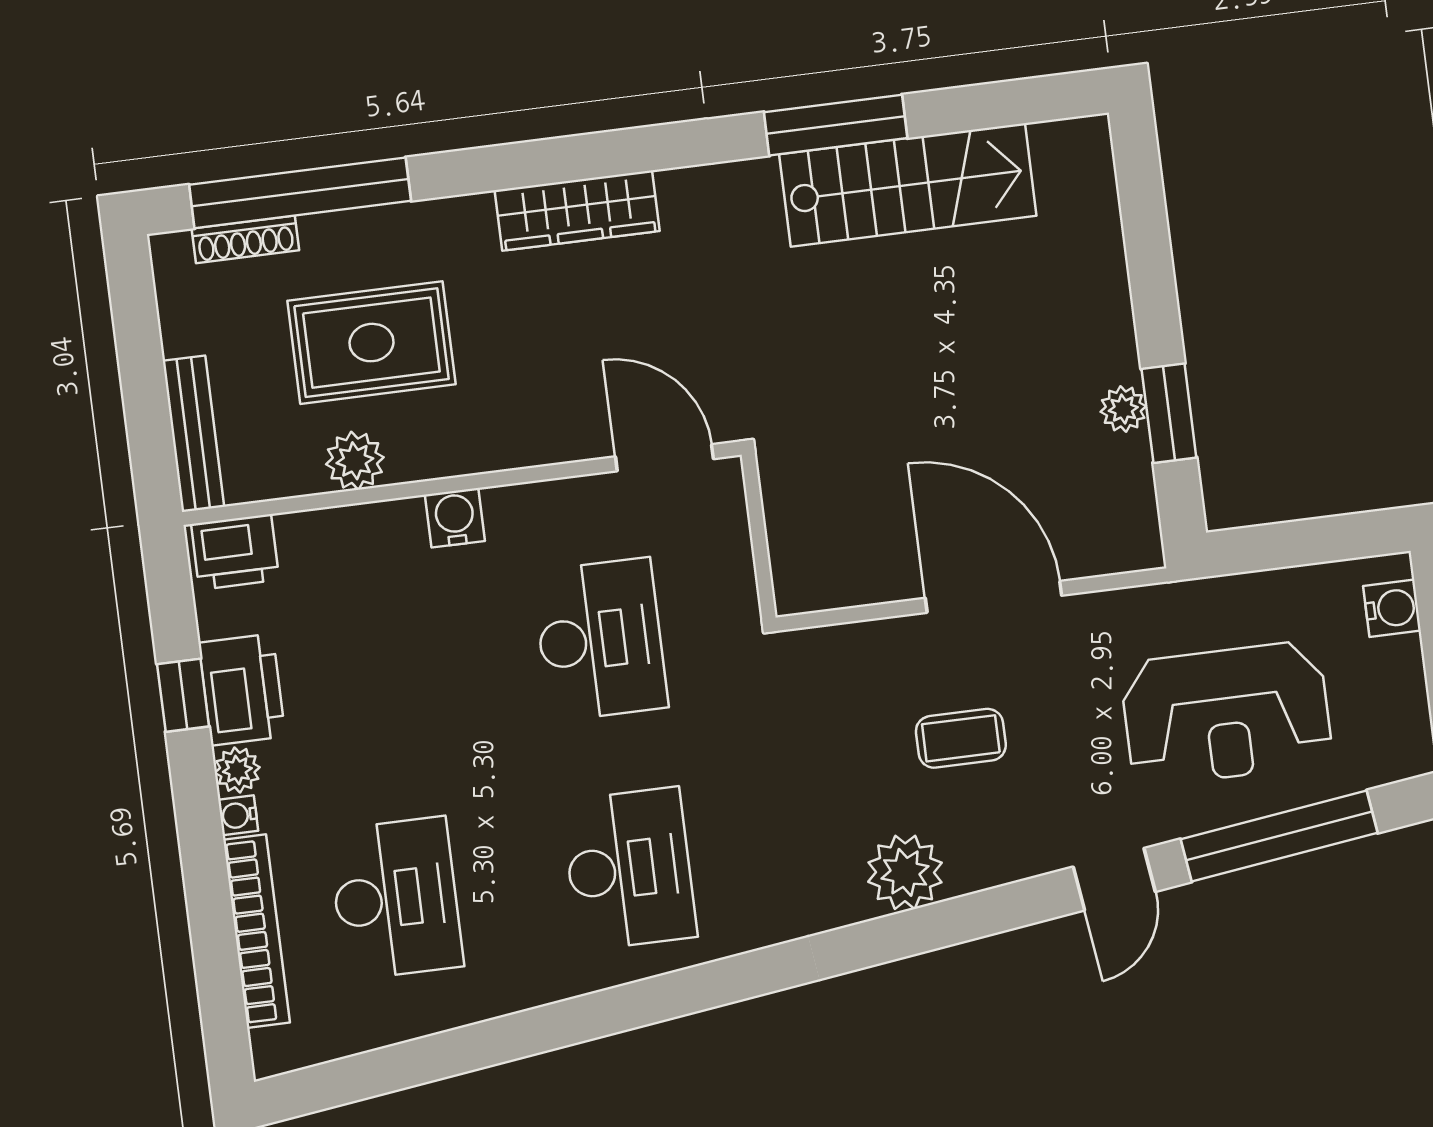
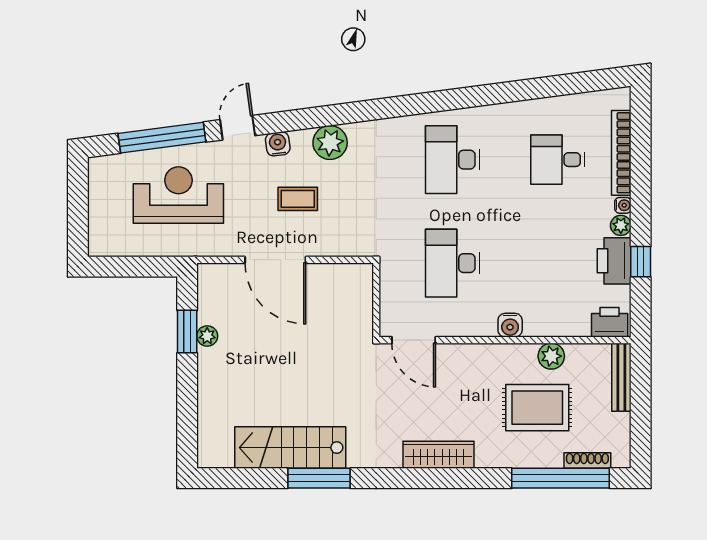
water cooler: (1392, 608) -> (278, 144), moved, turned 83
desk: (396, 898) -> (558, 160), width x0.73

